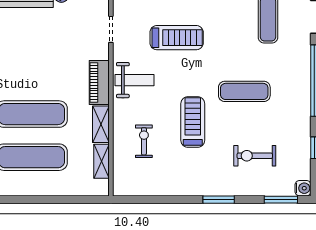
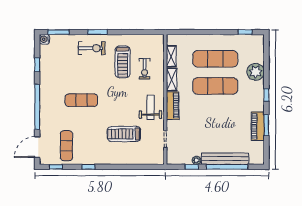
weight bench: (134, 80) -> (150, 107), turned 90
treadmill: (193, 122) -> (123, 62), moved
exercise bike: (255, 156) -> (92, 48), moved

